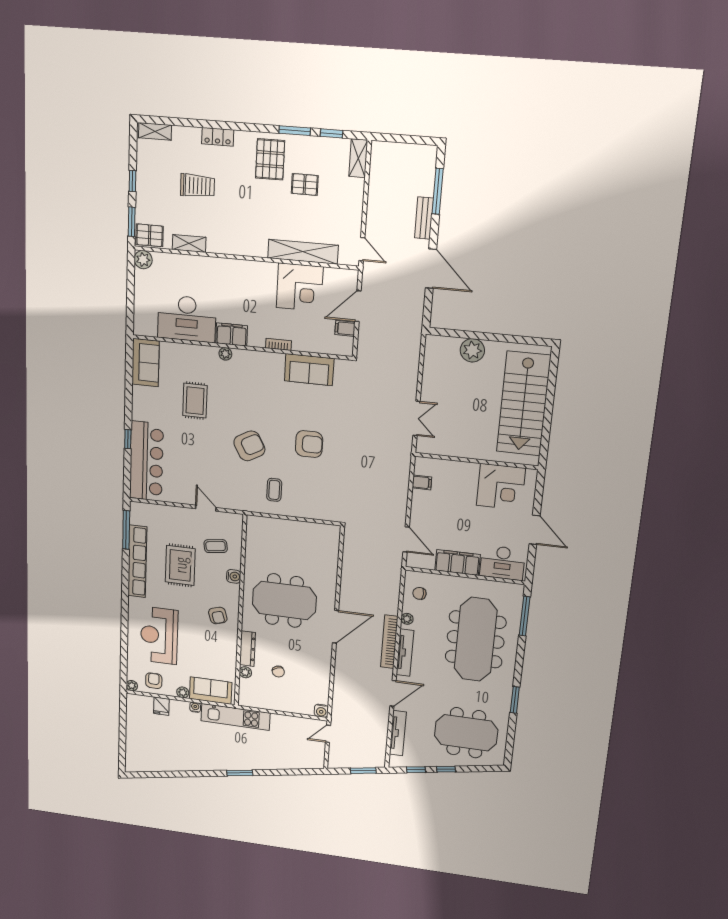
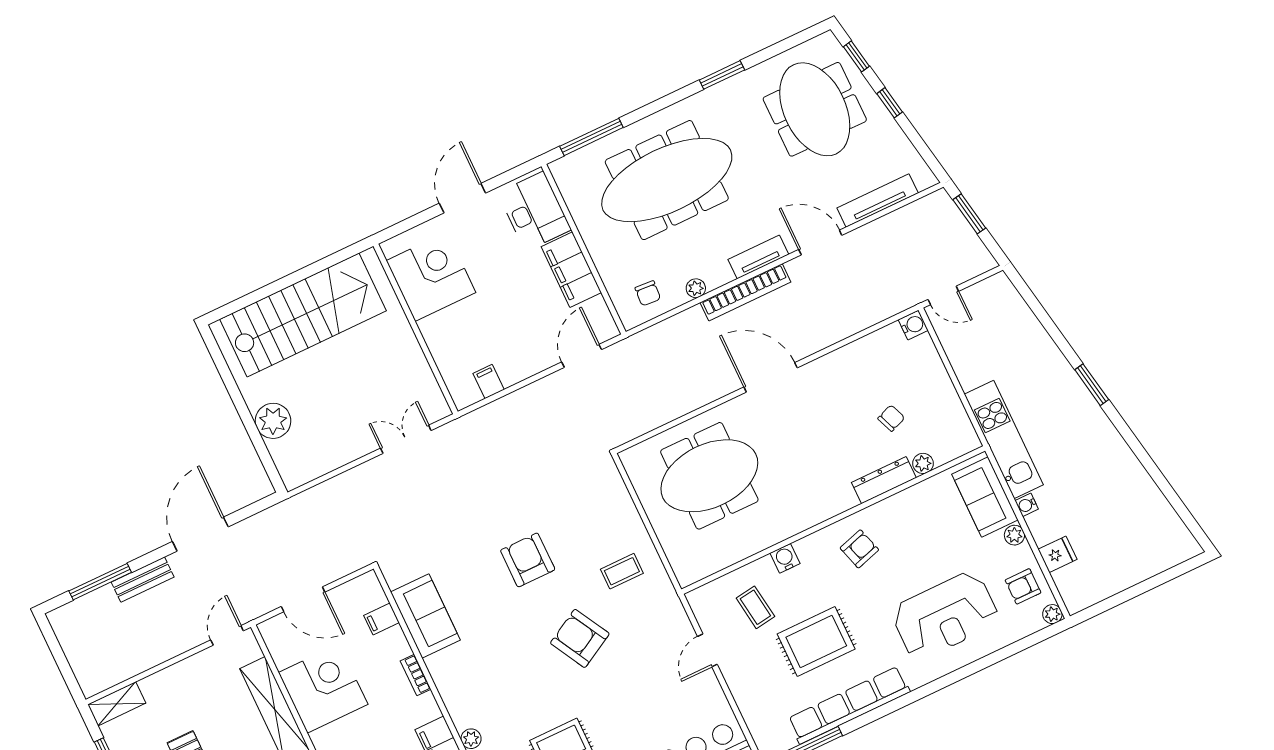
filing cabinet: (345, 328) -> (381, 619), moved, turned 90
meeting table: (284, 601) -> (709, 476), moved, turned 90
tv unit: (405, 653) -> (758, 257), width x0.71
window: (416, 770) -> (856, 56), moved

